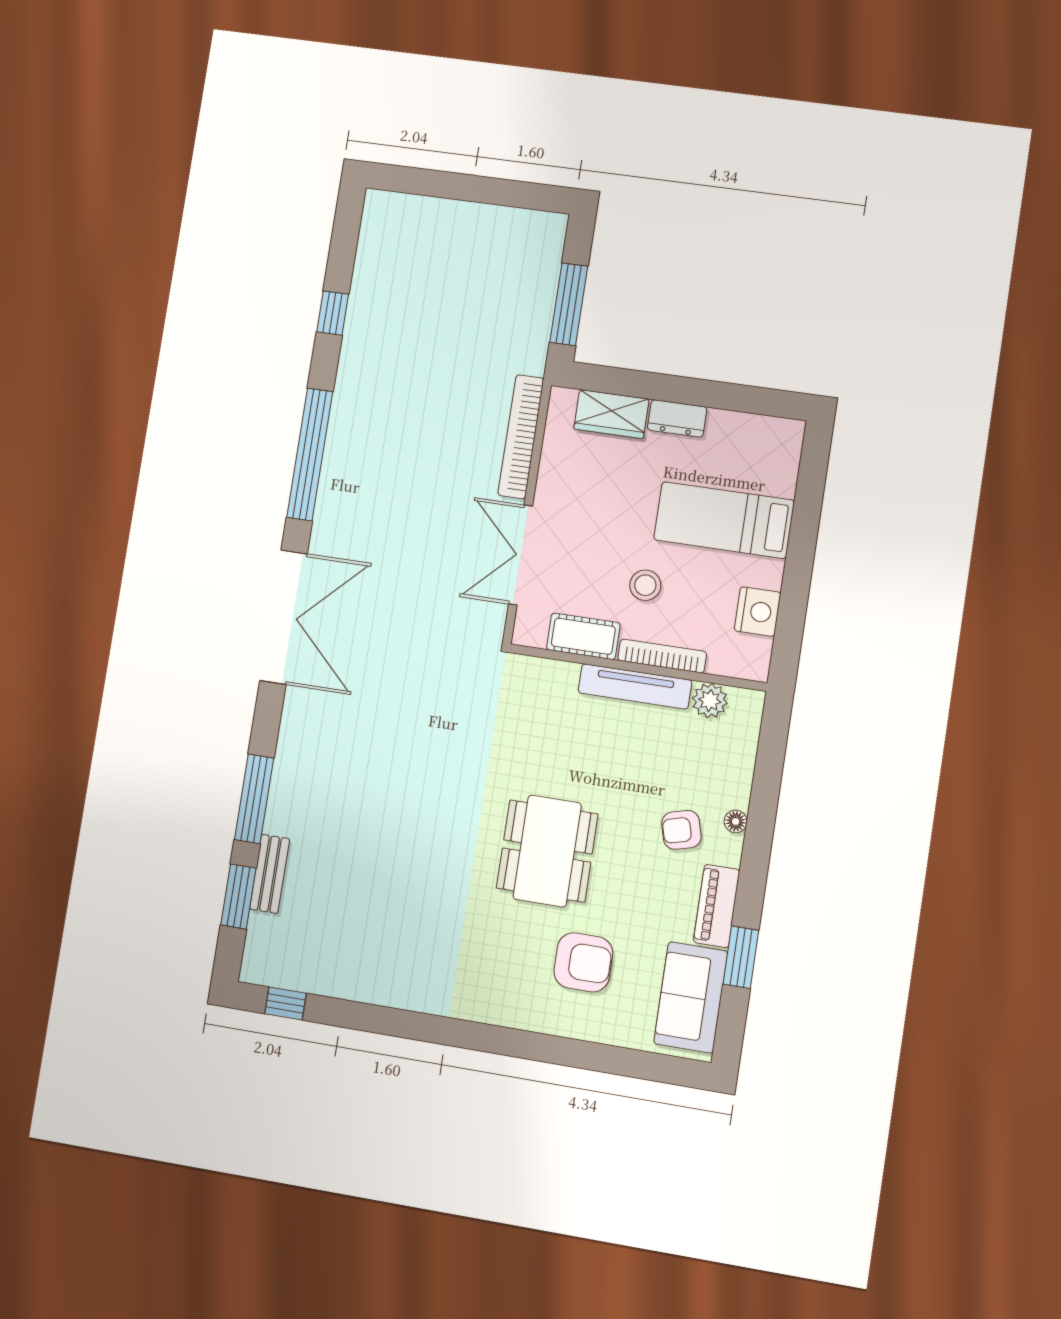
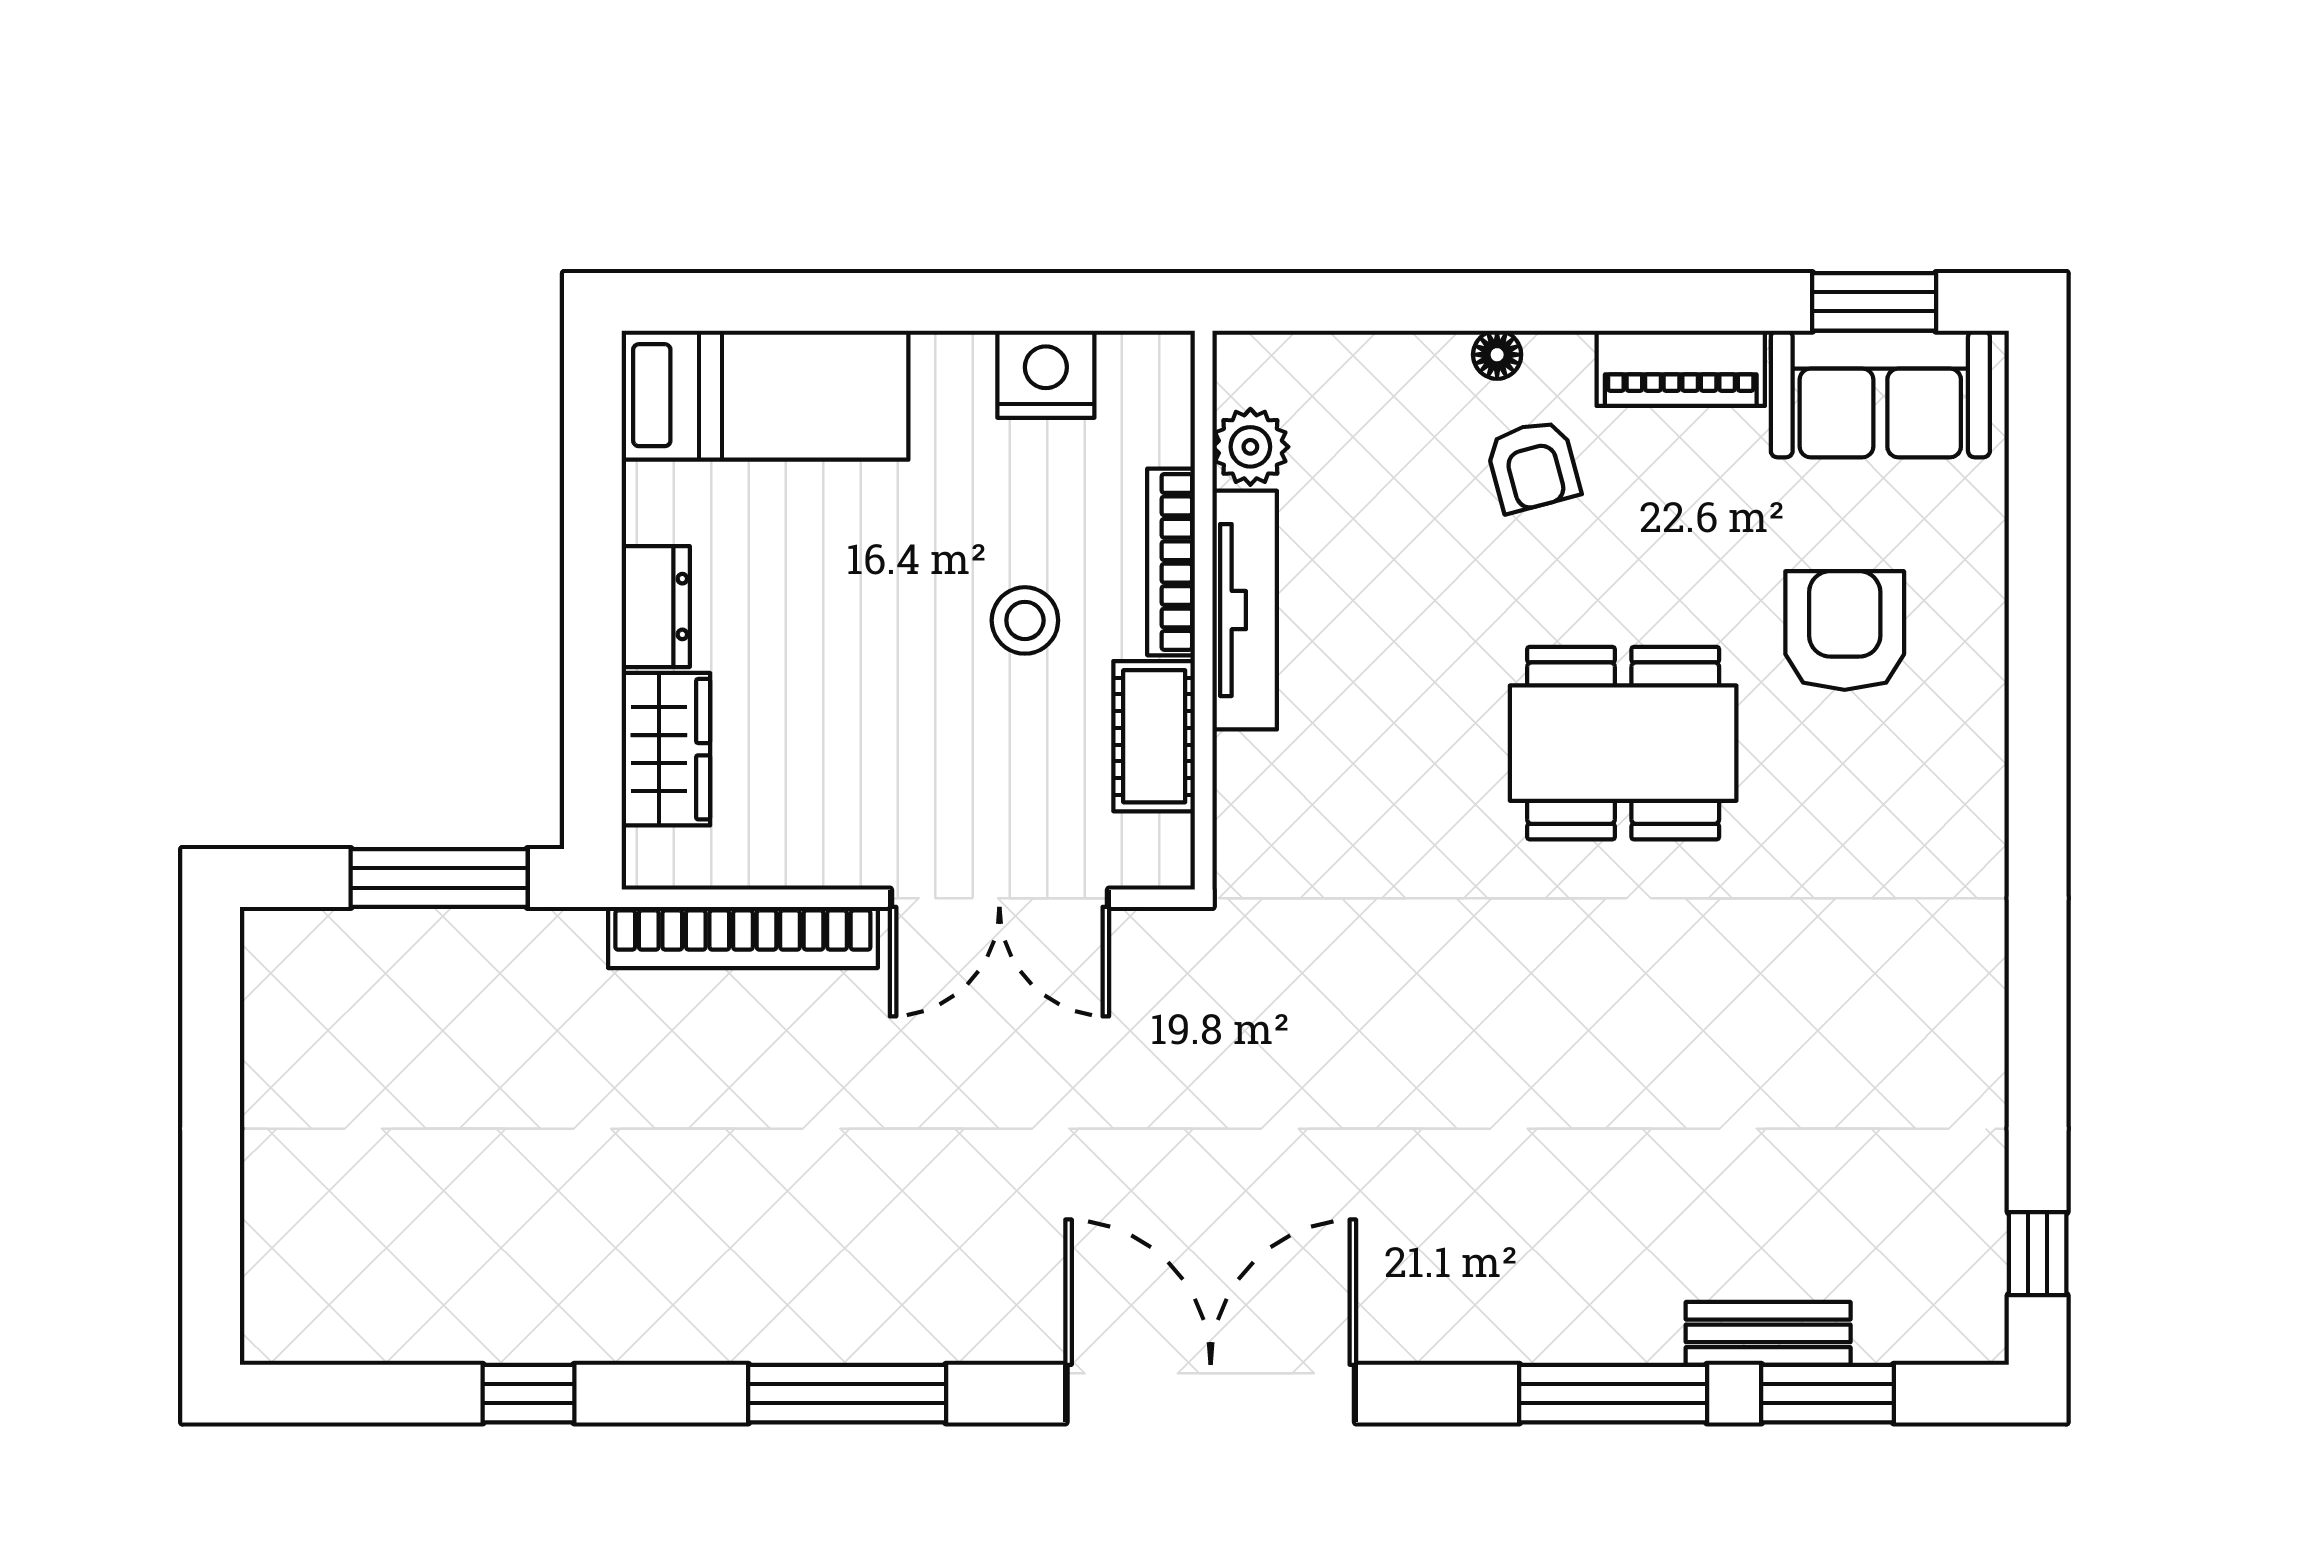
window: (310, 454) -> (847, 1394), width x0.68
bed: (724, 520) -> (765, 395), moved, turned -90
window: (741, 957) -> (1874, 302), moved

